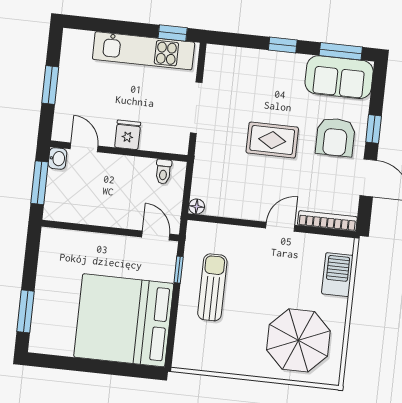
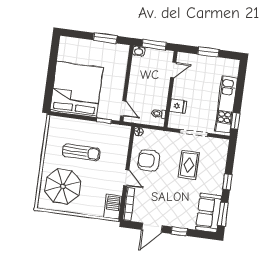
fridge: (128, 135) -> (178, 106), moved
armchair: (335, 137) -> (149, 161), moved
rug: (272, 140) -> (189, 165), moved
washbasin: (58, 158) -> (139, 51), moved
door: (156, 236) -> (123, 108), hinge flipped
barbecue: (337, 275) -> (113, 207), moved, turned -90
sun lounger: (212, 287) -> (81, 152), moved
window: (26, 311) -> (105, 38), moved

